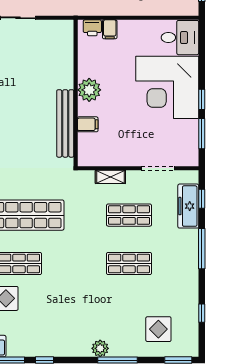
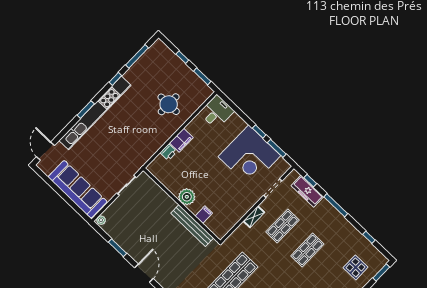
filing cabinet: (110, 29) -> (181, 140), width x2.00
corner desk: (167, 87) -> (249, 156), moved
plant: (89, 90) -> (187, 197), moved
wall: (76, 93) -> (182, 205), moved
bench: (65, 123) -> (192, 226), moved
filing cabinet: (88, 124) -> (204, 215), moved

